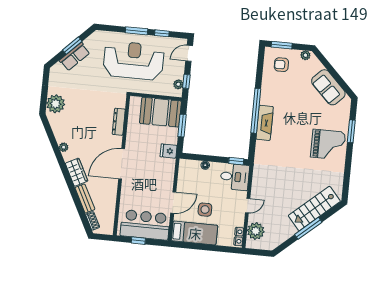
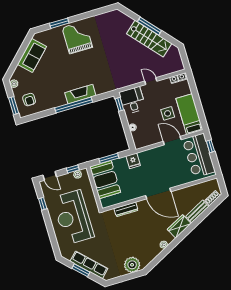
window: (136, 31) -> (49, 224), removed
row of seats: (75, 57) -> (89, 265), width x1.48
stairs: (314, 208) -> (149, 39), moved
plant: (256, 231) -> (168, 67), removed
window: (138, 241) -> (210, 146), moved

